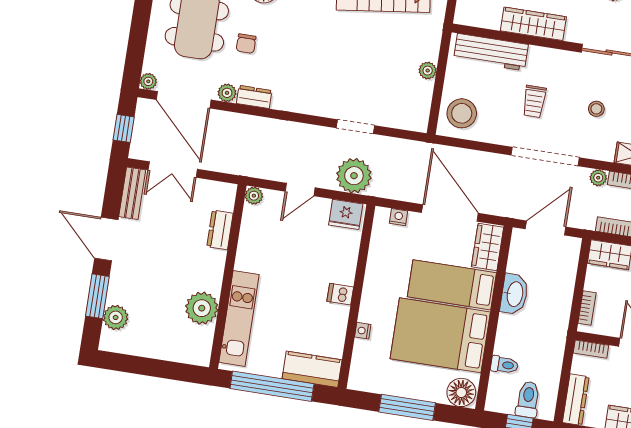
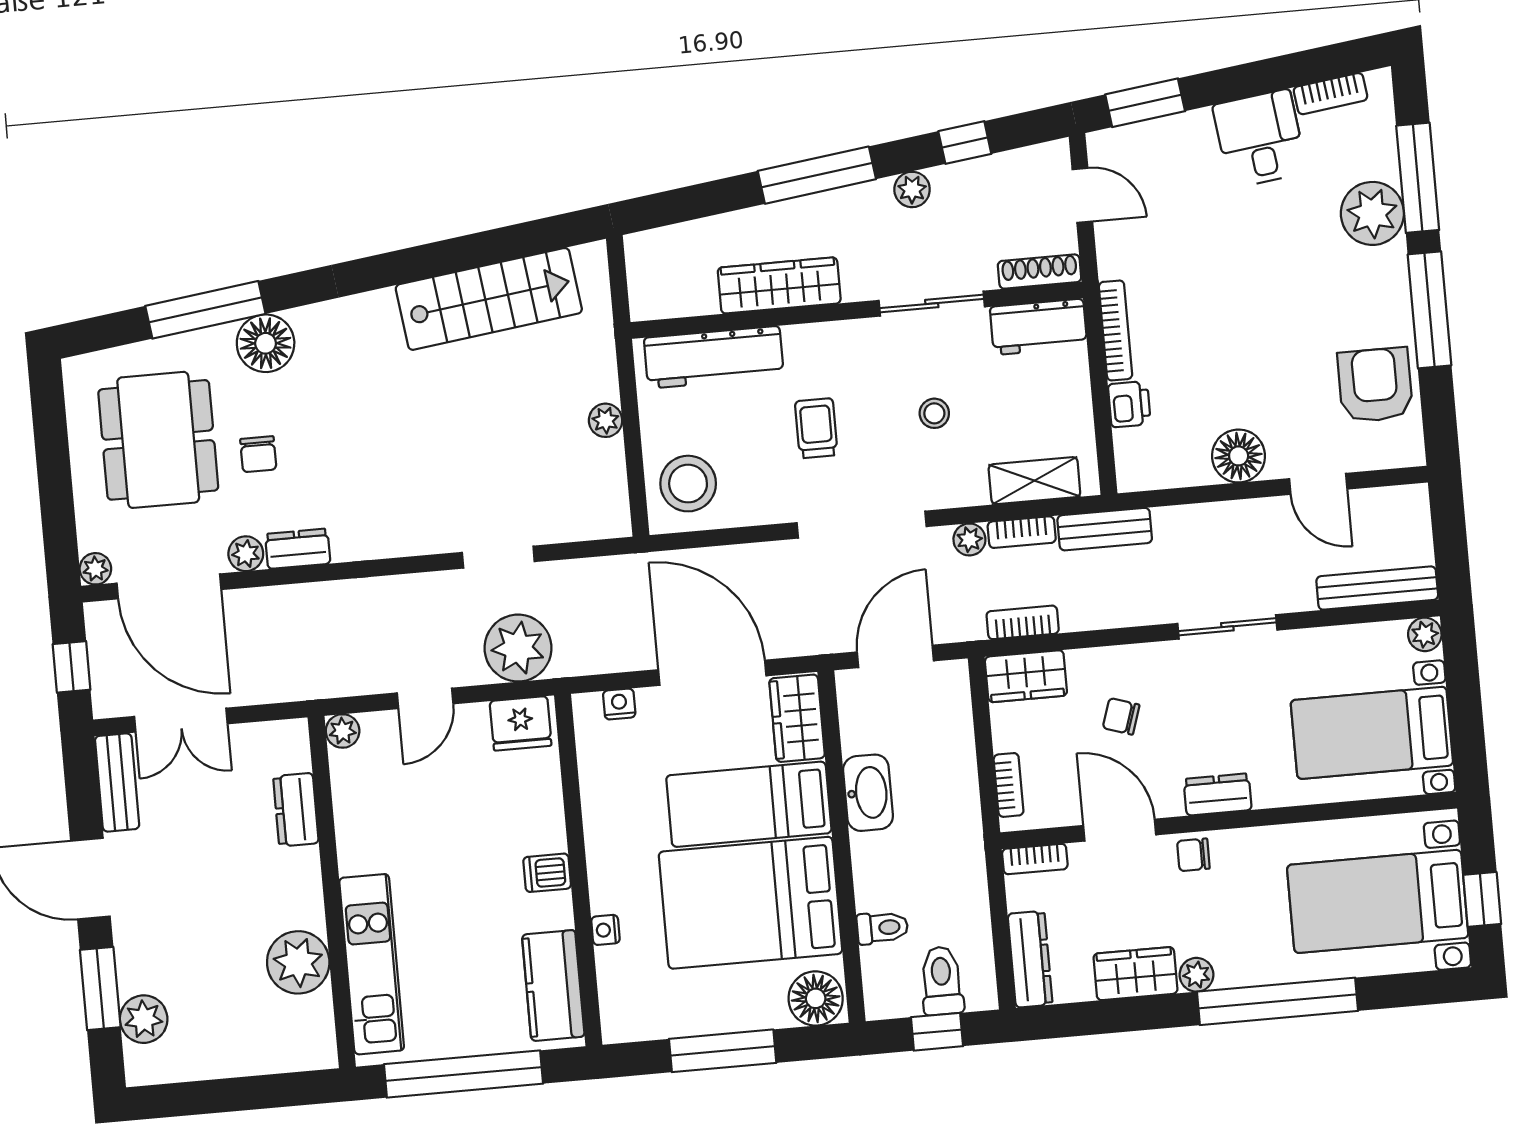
trolley: (534, 101) -> (816, 428), turned 180
kitchen counter: (312, 369) -> (553, 986), moved, turned -90

